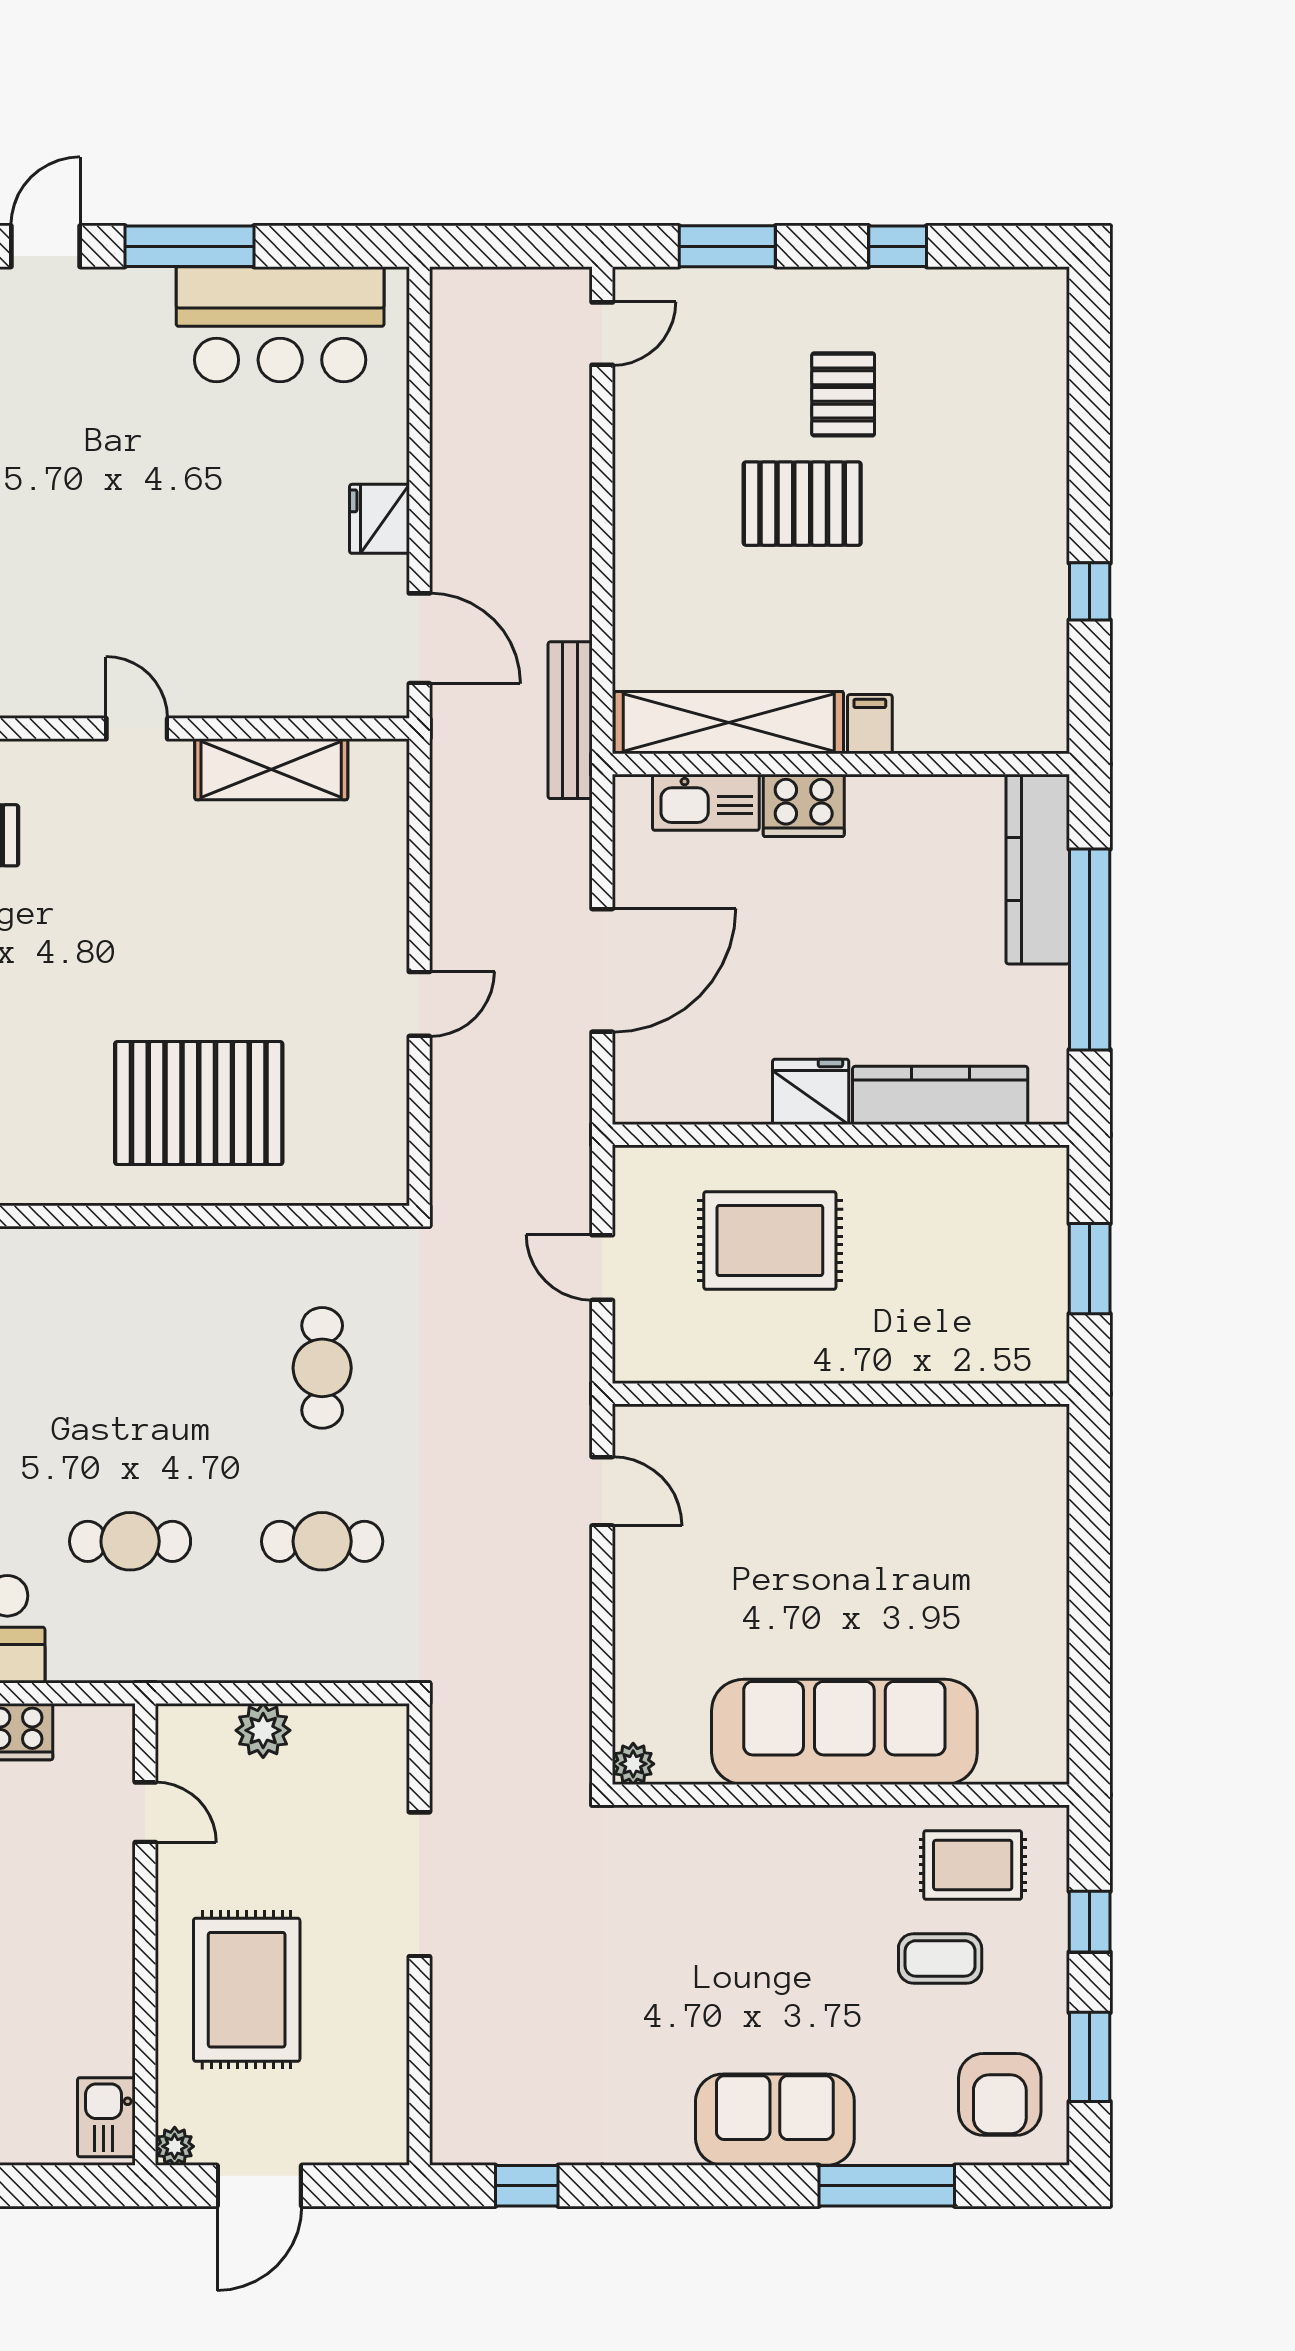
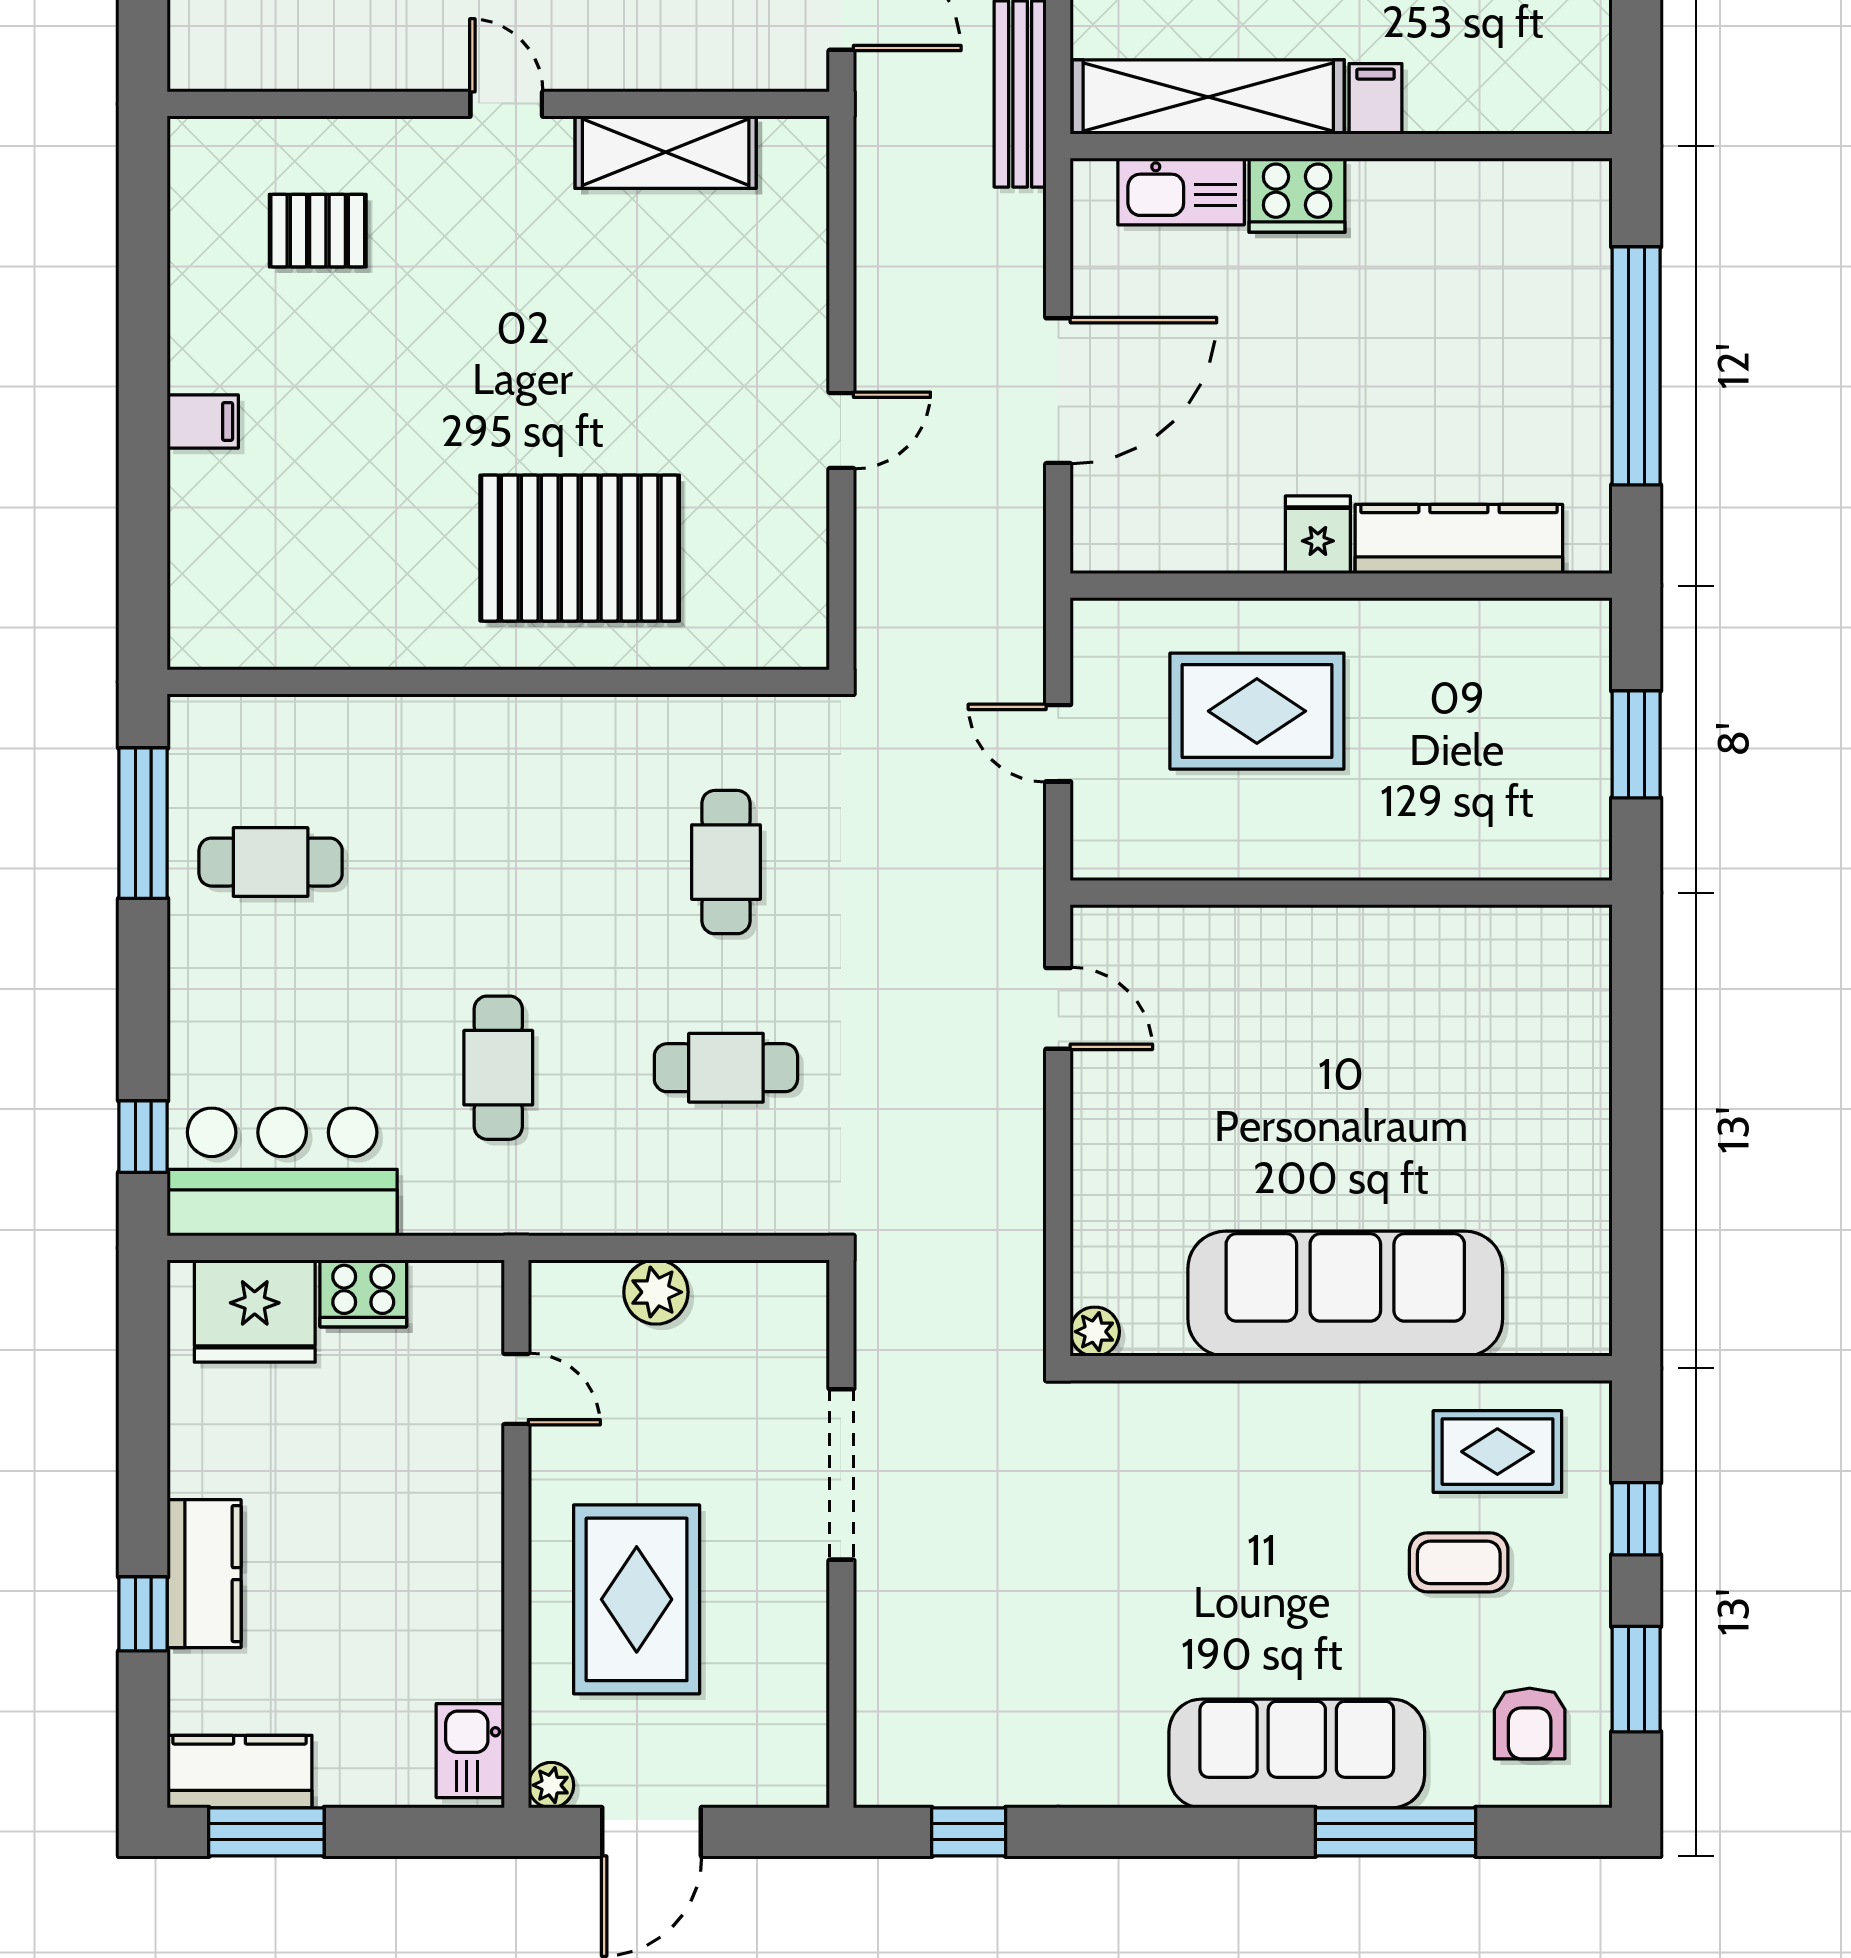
kitchen counter: (1038, 869) -> (1575, 271), removed
fridge: (811, 1092) -> (1318, 535), width x0.72
cafe table: (130, 1541) -> (498, 1068), turned 90
armchair: (1000, 2094) -> (1530, 1724), width x0.72, depth x0.72
sofa: (775, 2120) -> (1297, 1753), width x1.36

